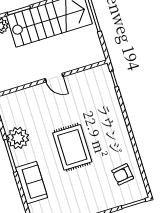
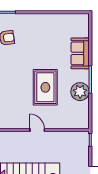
rug: (72, 147) -> (45, 87), moved

